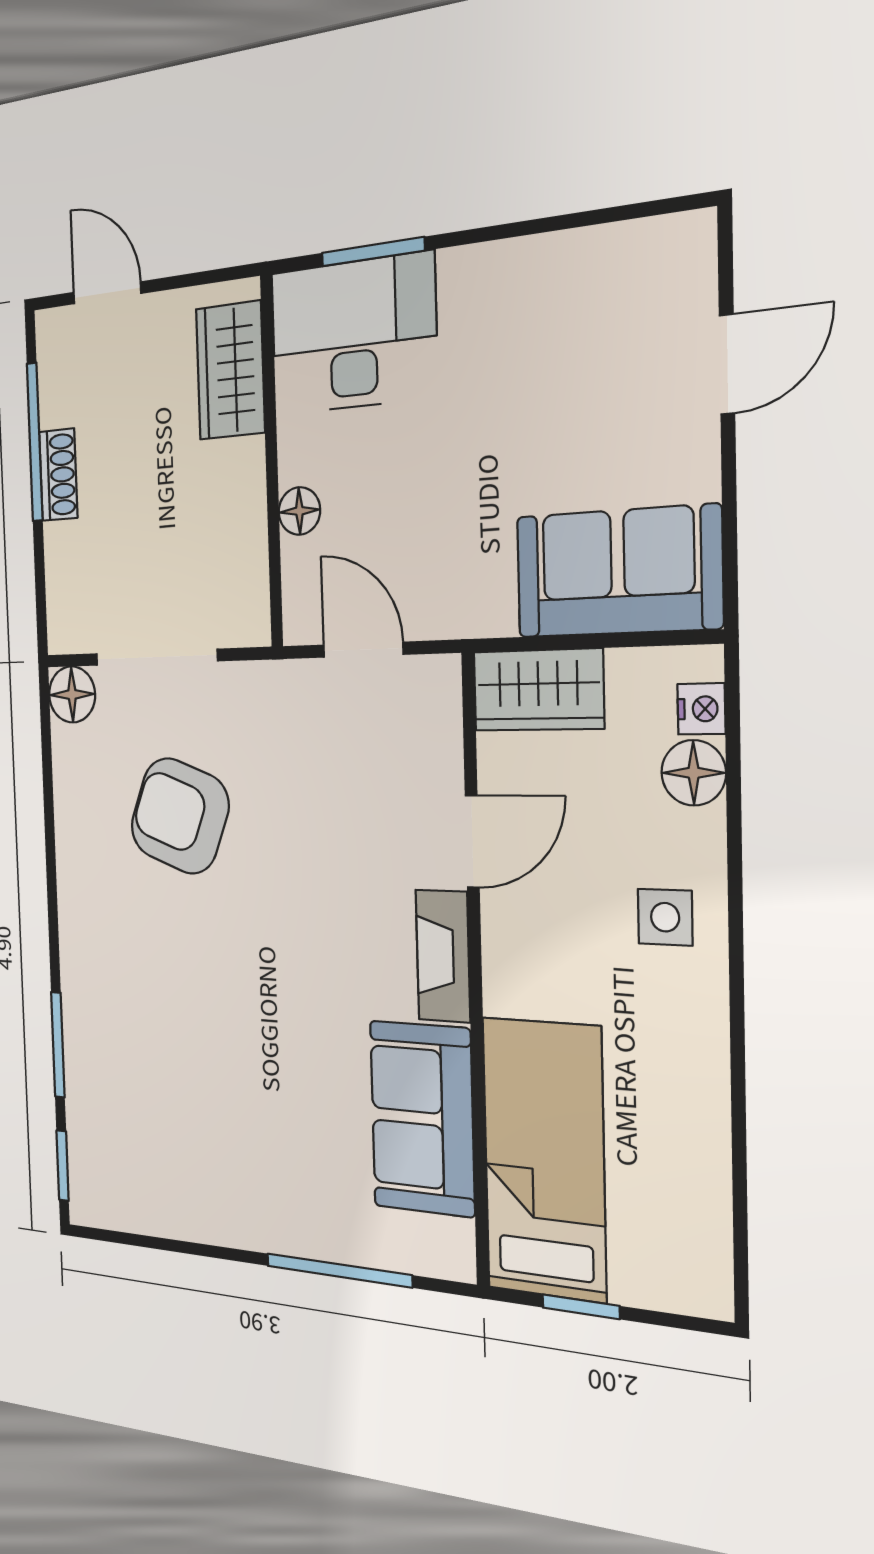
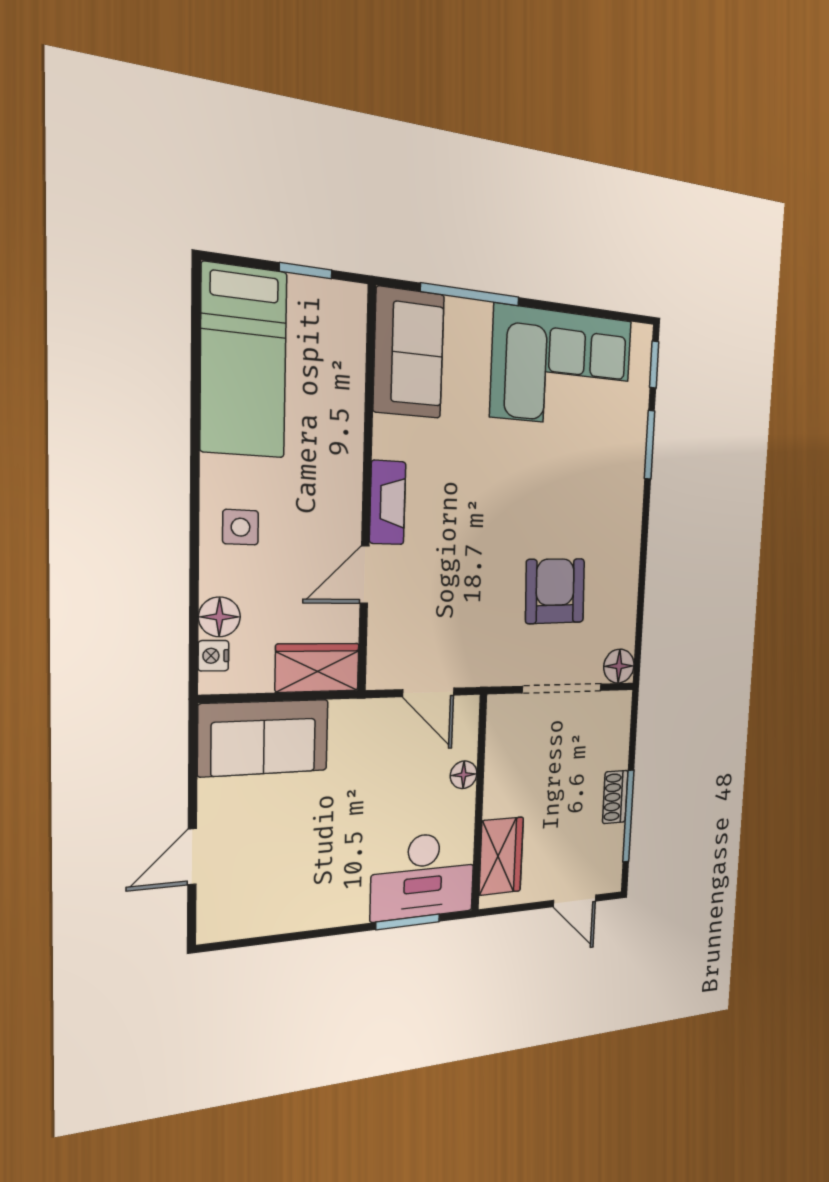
armchair: (180, 816) -> (555, 591), turned -113
sofa: (422, 1118) -> (409, 353), moved
bed: (544, 1159) -> (244, 362), moved
corner sofa: (197, 1161) -> (562, 368), added

